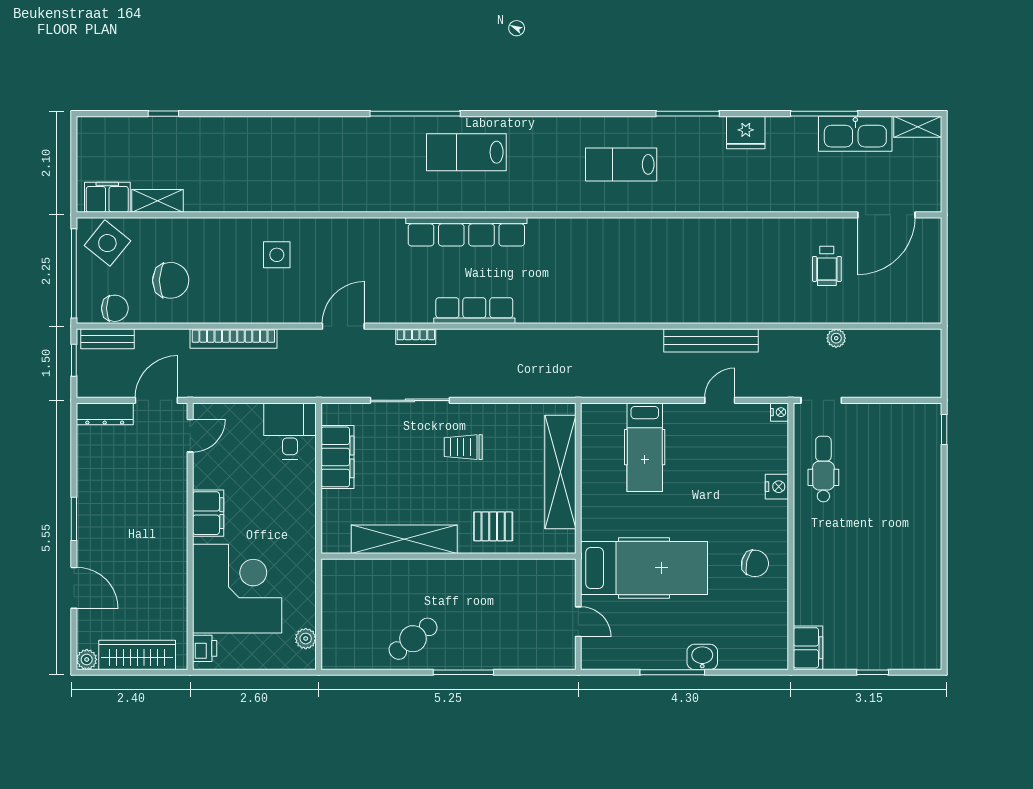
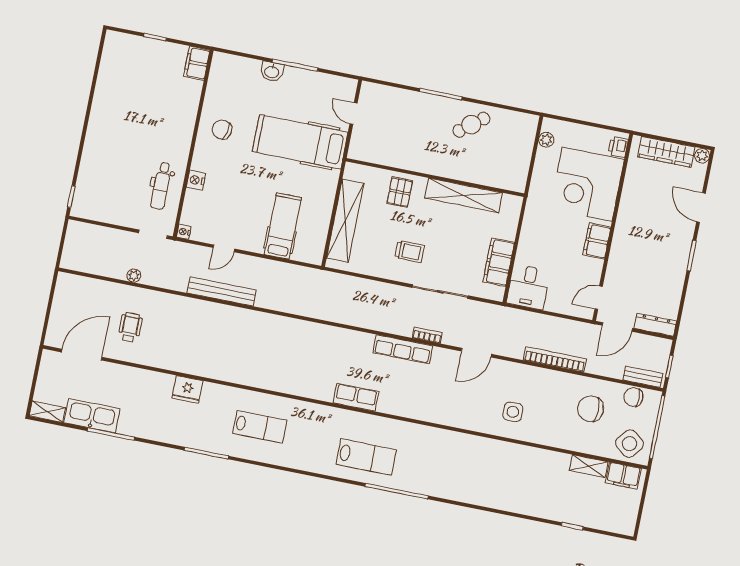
fridge: (746, 132) -> (187, 389), moved, turned 180
row of seats: (466, 232) -> (356, 397), width x0.50
row of seats: (474, 311) -> (403, 349), moved
pallet: (493, 526) -> (400, 192), turned 90

